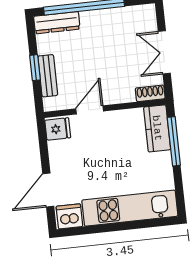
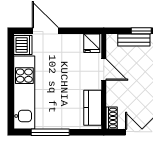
kitchen counter: (157, 128) -> (93, 108), moved, turned -90
window: (174, 141) -> (50, 132), moved

